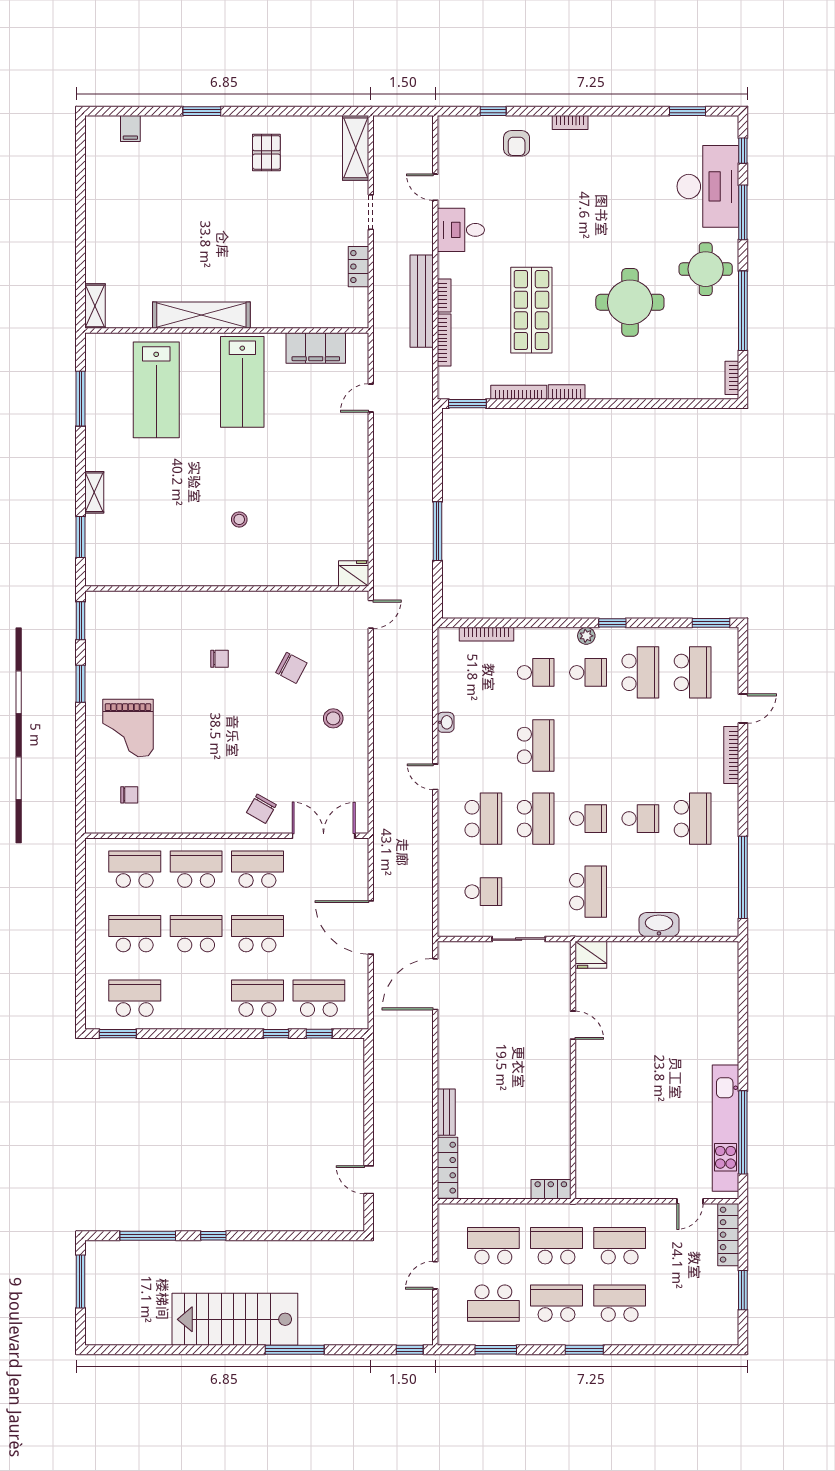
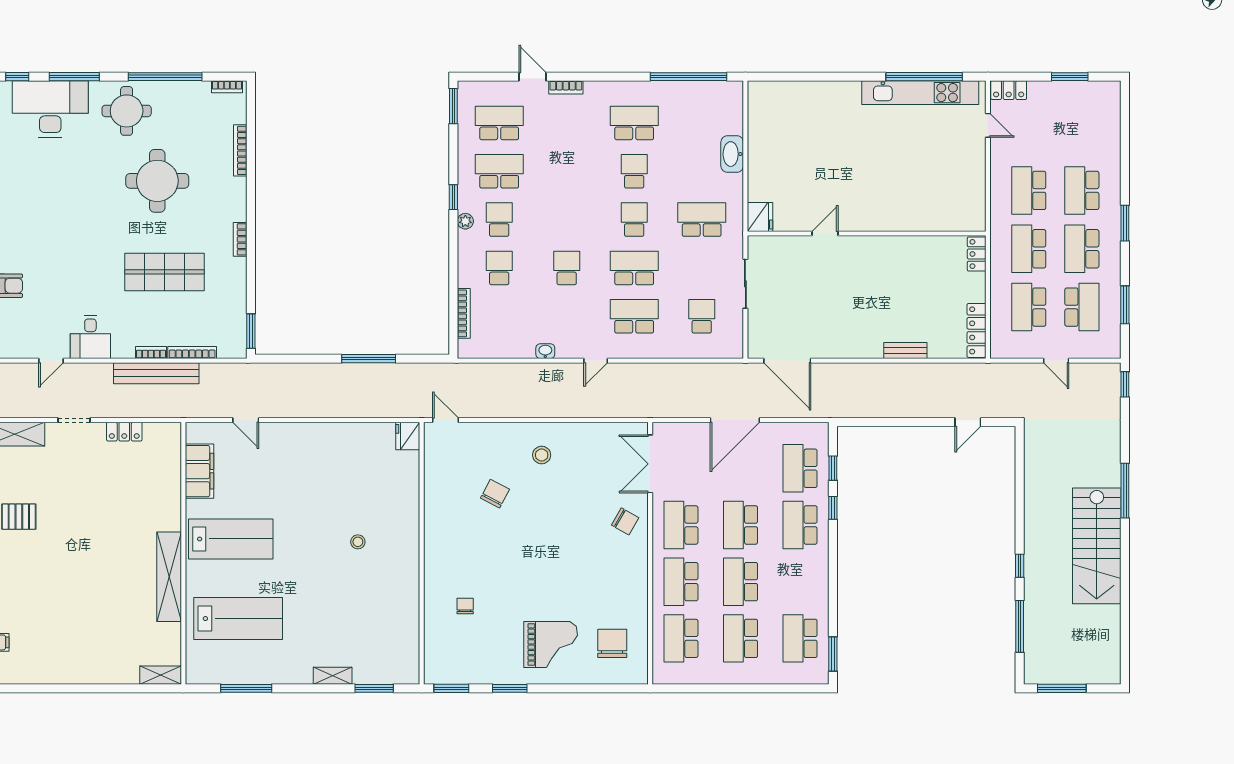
bookcase: (519, 392) -> (240, 150), moved
chair: (220, 659) -> (465, 606), moved
school desk: (536, 746) -> (567, 268), width x0.54
bookcase: (731, 755) -> (566, 87), width x0.64
chair: (129, 795) -> (612, 643), width x1.87, depth x1.87
locker: (448, 1168) -> (976, 330), moved, turned -90
locker: (728, 1235) -> (1009, 90), width x0.66

